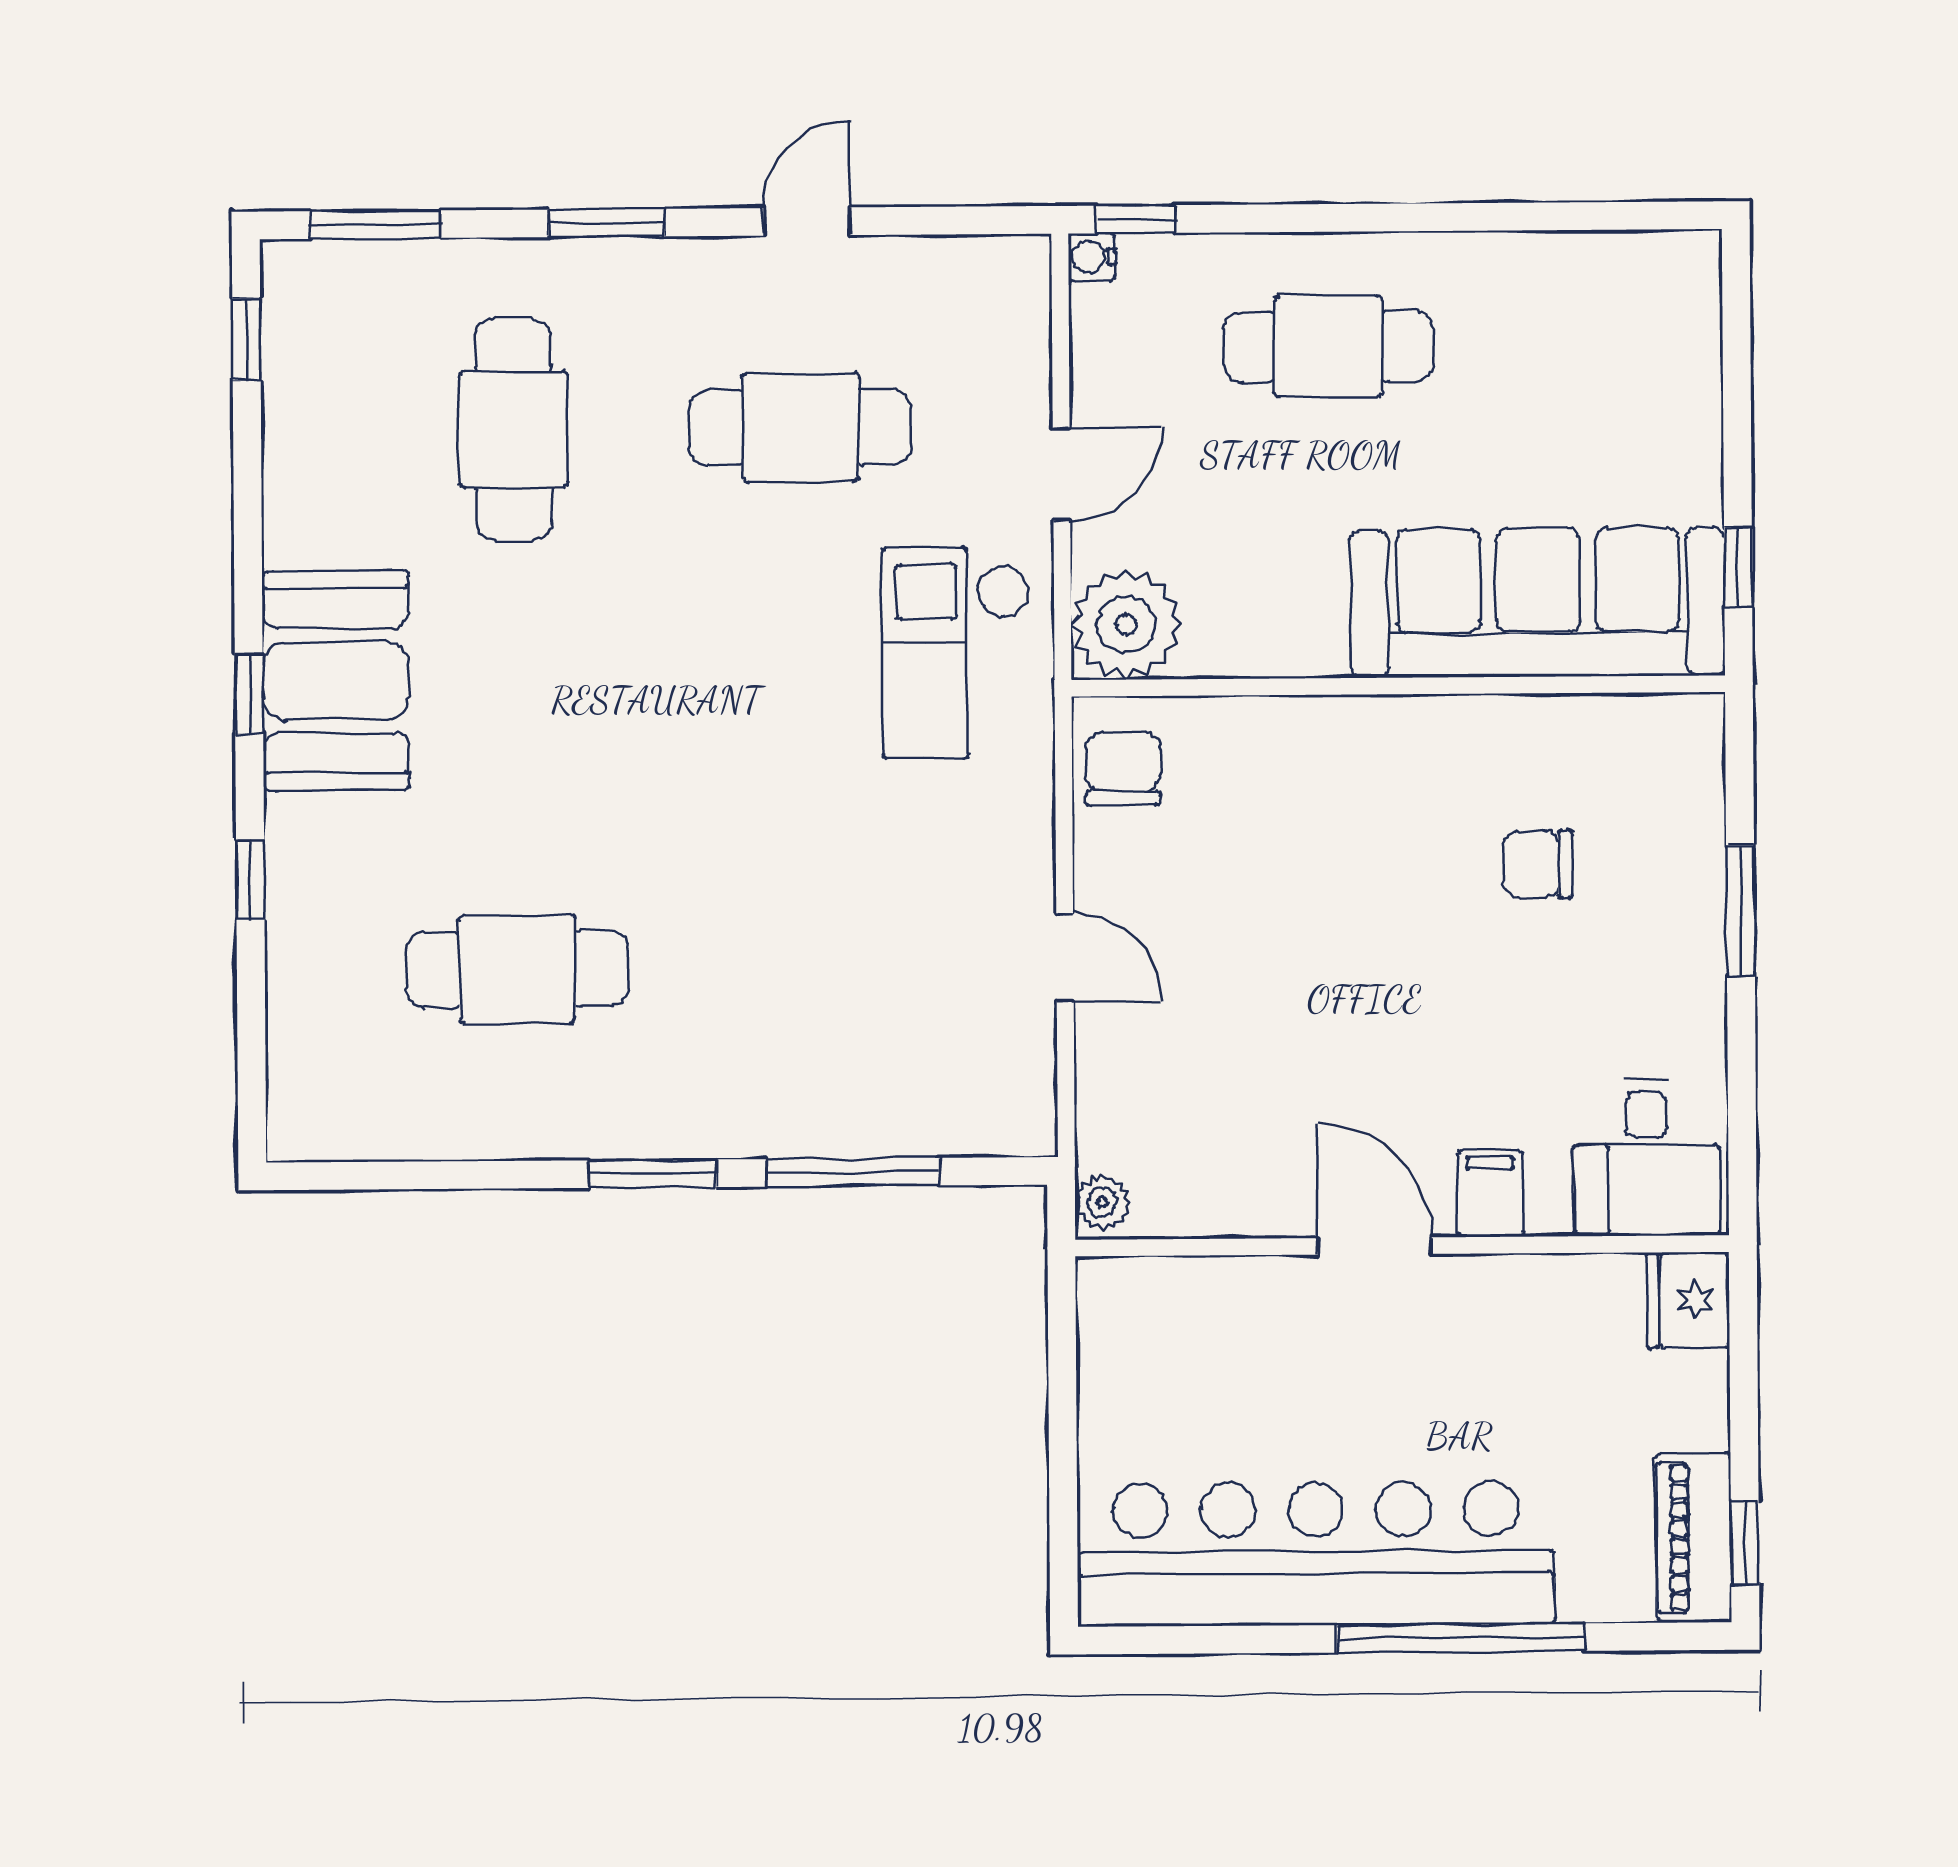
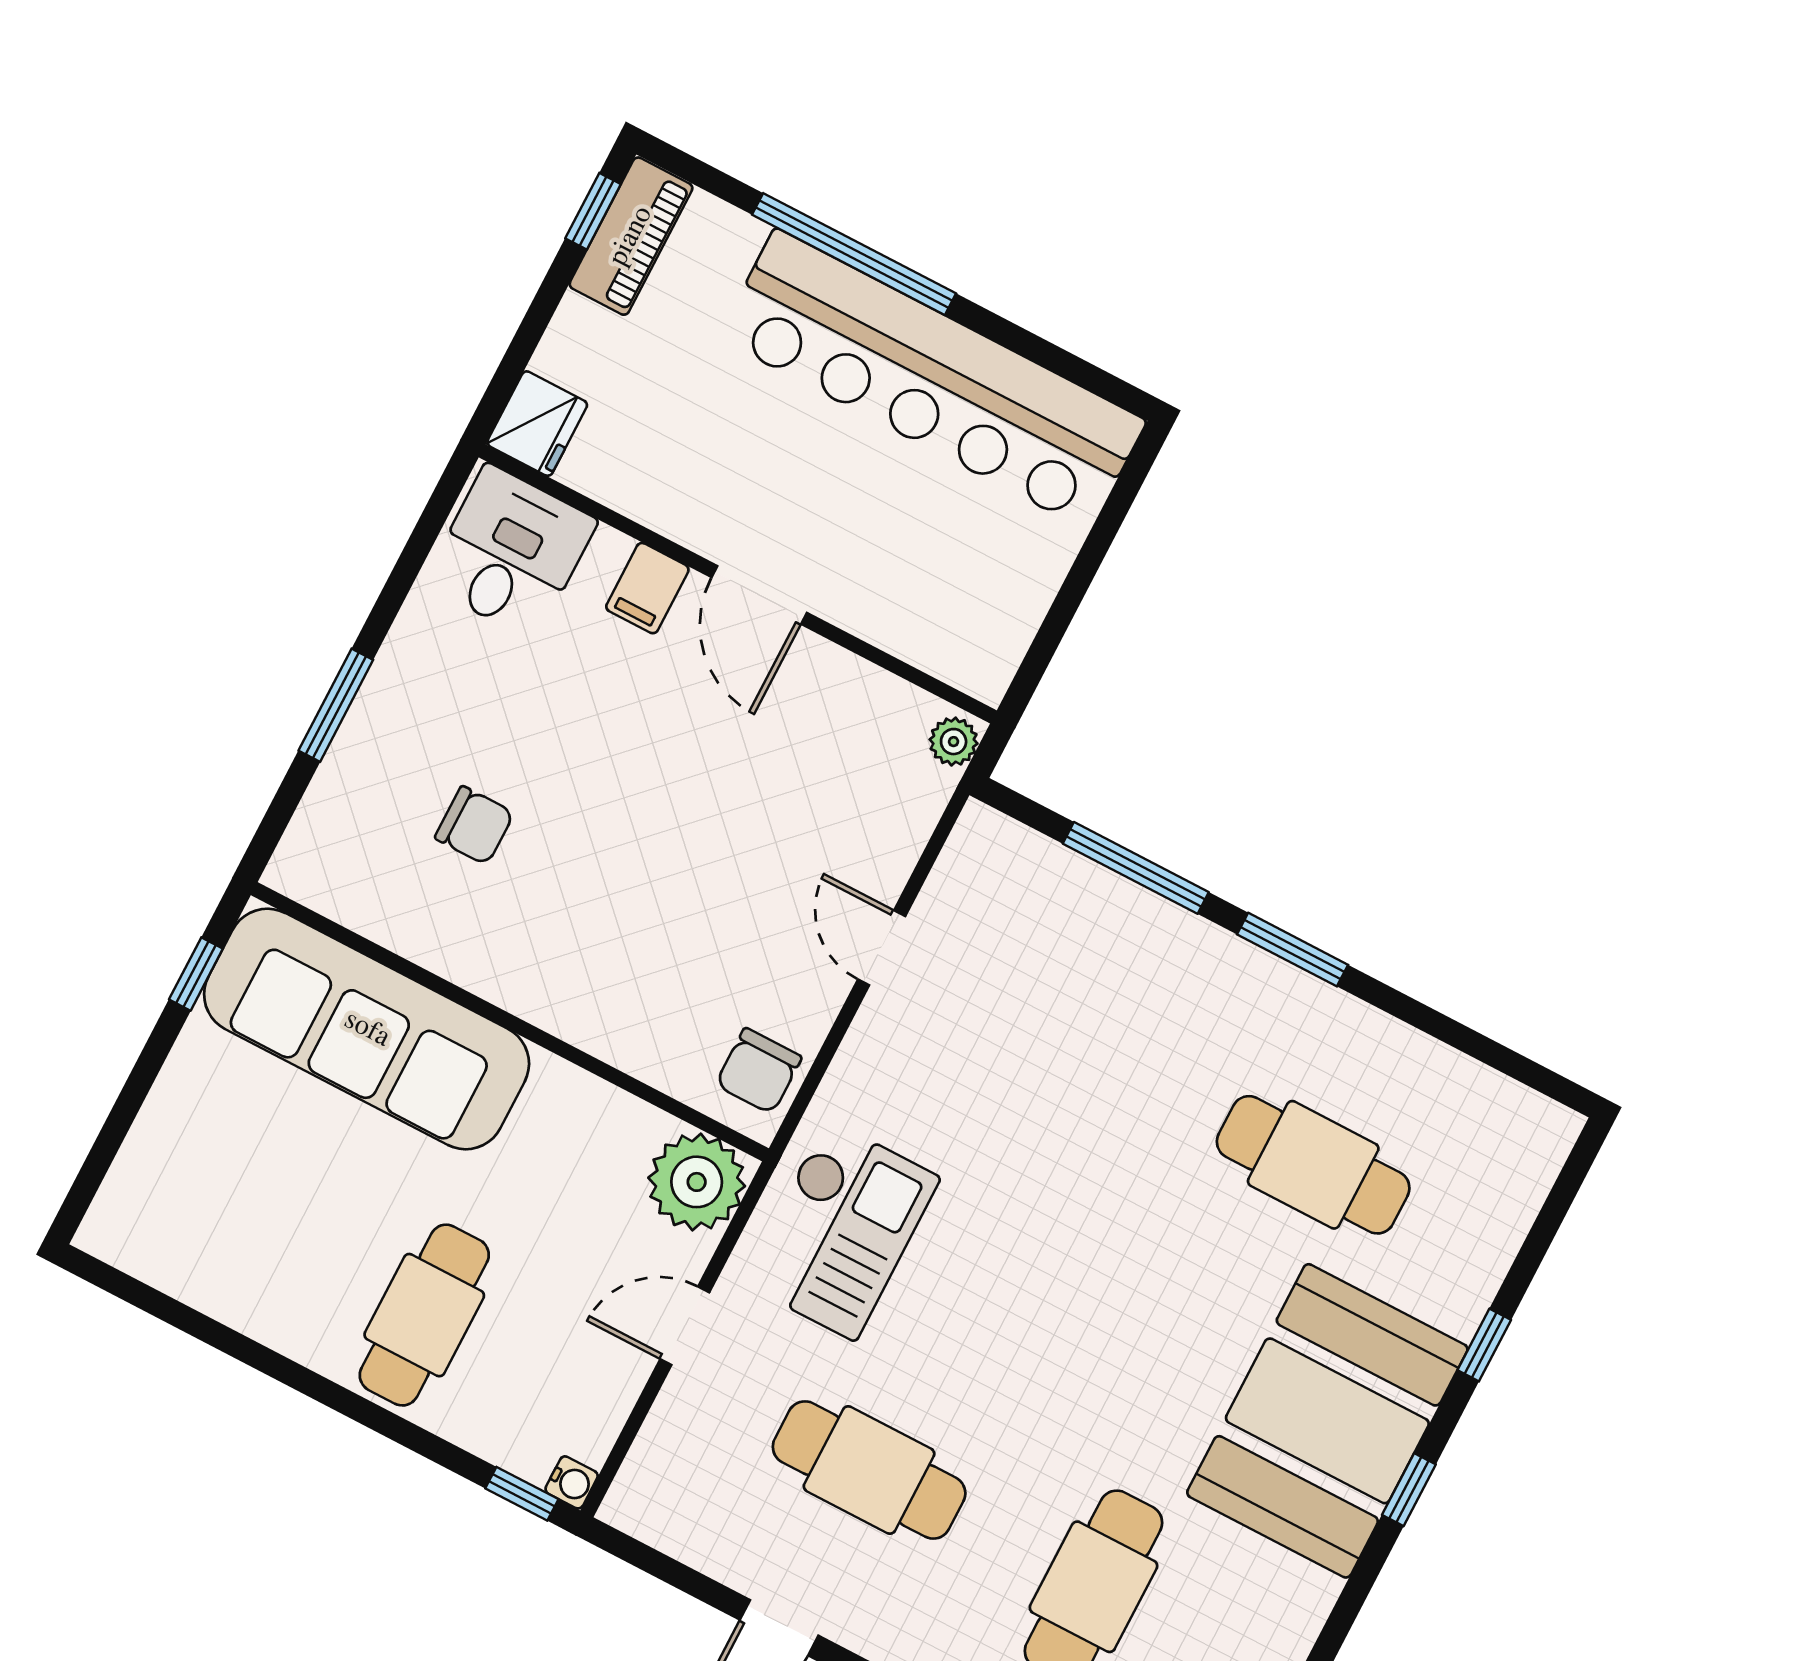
cafe table: (1328, 347) -> (424, 1315), turned 90
booth: (336, 681) -> (1327, 1421), width x1.36, depth x1.42

